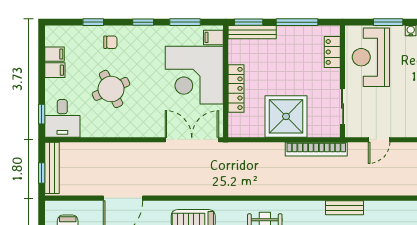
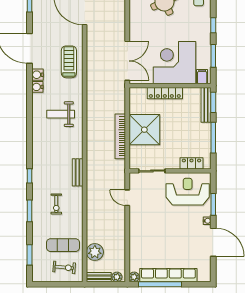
bookcase: (316, 149) -> (120, 136), moved

